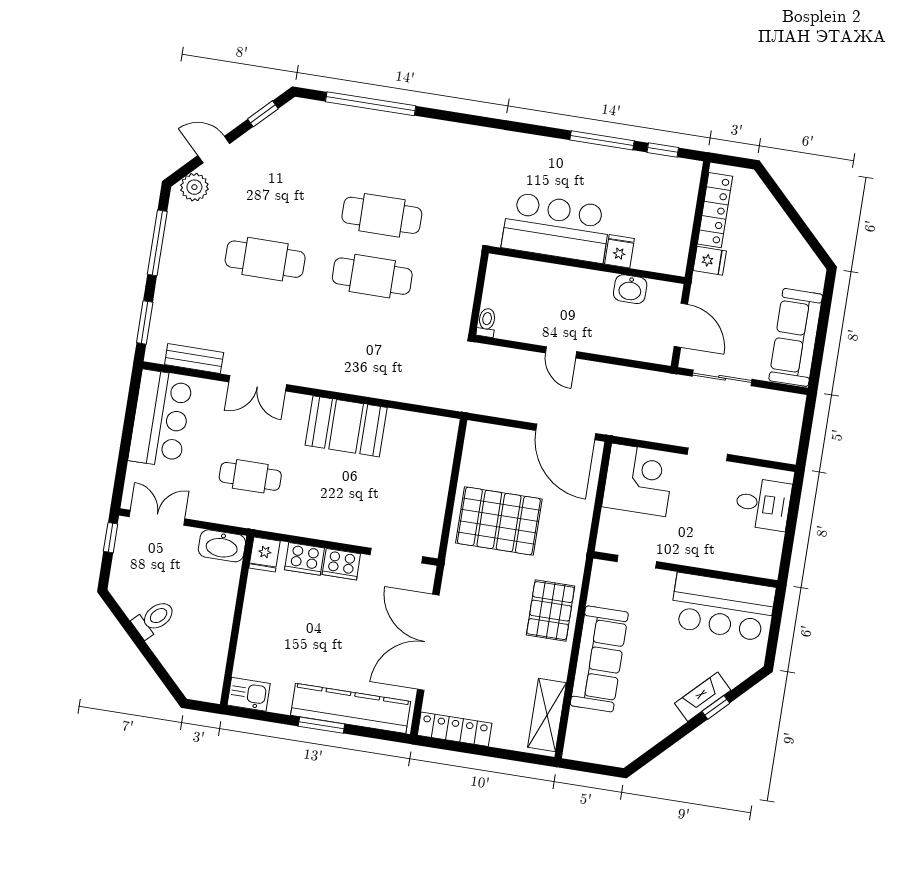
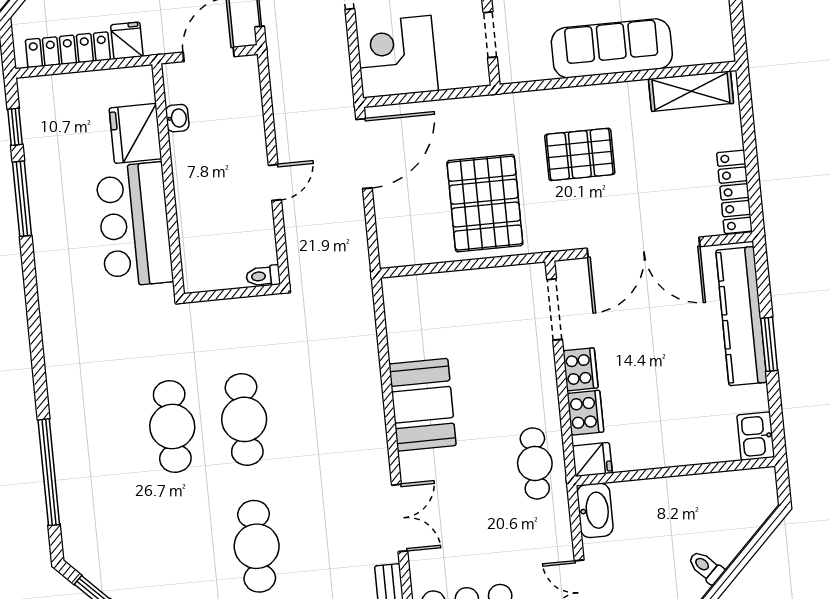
fridge: (620, 251) -> (136, 133), width x1.88, depth x1.34
washbasin: (630, 289) -> (177, 118), width x0.72, depth x0.69
cafe table: (250, 476) -> (535, 463), moved
pallet: (551, 611) -> (580, 154), moved
toilet: (154, 619) -> (706, 567), width x0.73, depth x0.72

